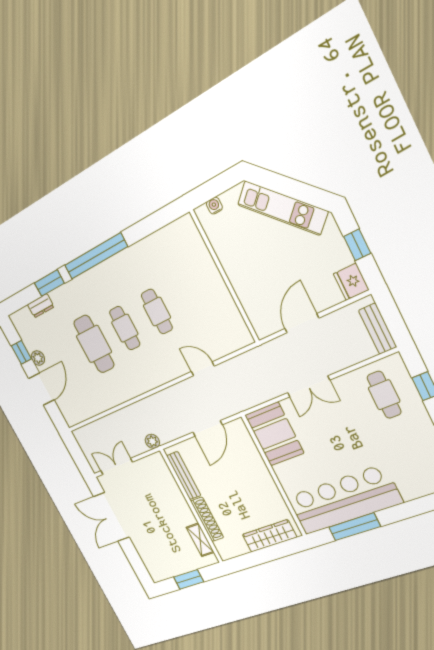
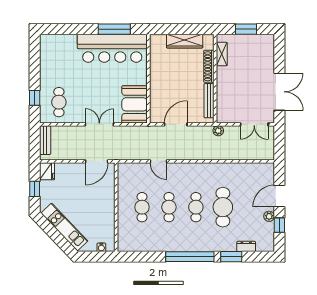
cafe table: (191, 294) -> (142, 207), added
door: (302, 323) -> (97, 161), moved
wardrobe: (269, 536) -> (185, 41), moved

